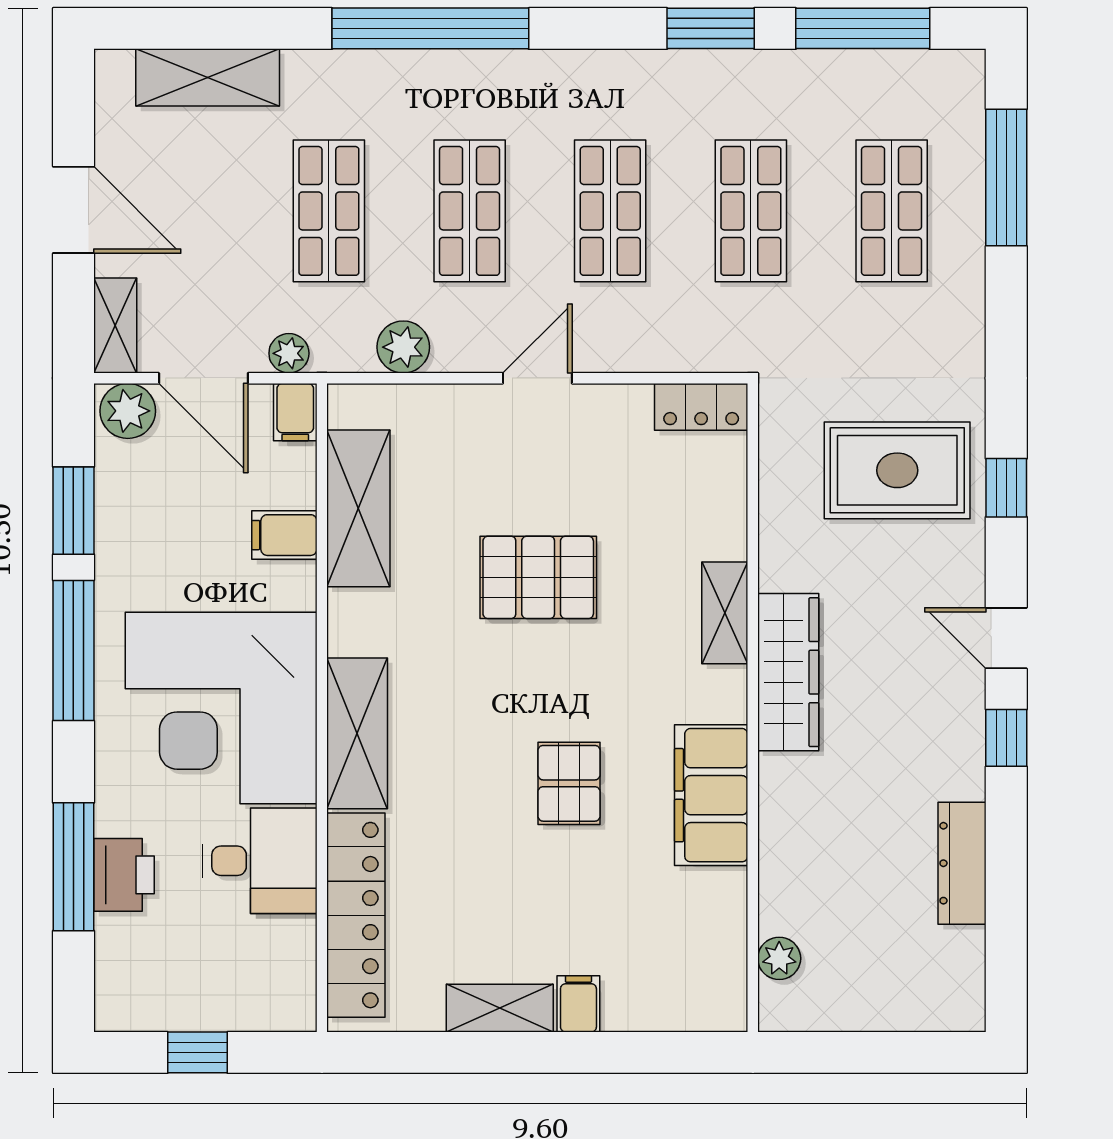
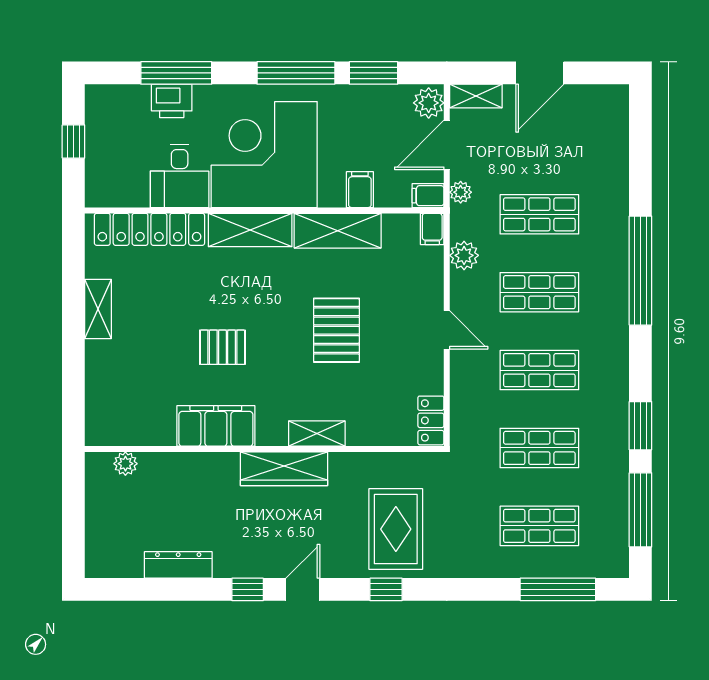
shelving: (208, 77) -> (613, 147), removed
shelving: (358, 508) -> (338, 231), moved
filing cabinet: (578, 1004) -> (432, 229), moved, turned 90

